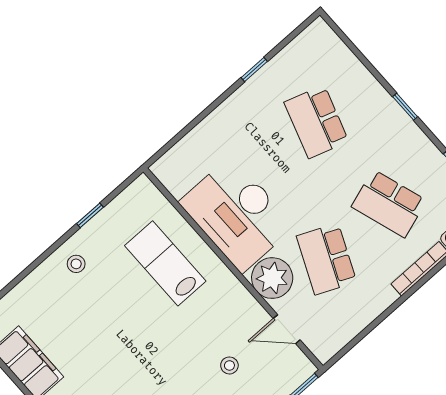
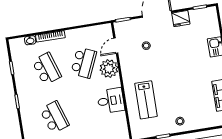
school desk: (316, 122) -> (54, 117), turned -36
desk: (237, 214) -> (111, 101), width x0.53, depth x0.77
door: (287, 329) -> (116, 46), swing flipped

